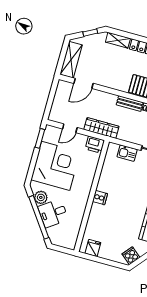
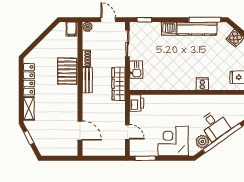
shelving: (71, 60) -> (60, 149), removed
wardrobe: (101, 128) -> (119, 84), moved
corner desk: (56, 166) -> (173, 141), width x0.74, depth x0.74
cooker: (100, 198) -> (202, 84), moved

